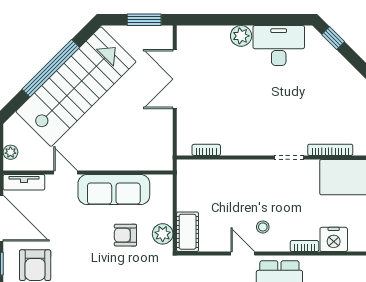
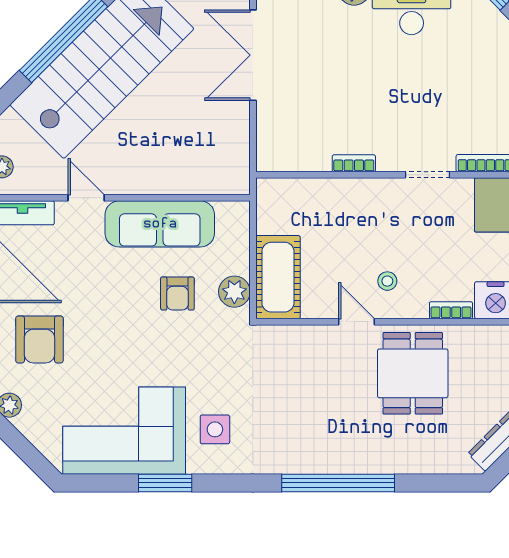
bookcase: (206, 150) -> (354, 163), moved
cot: (188, 232) -> (278, 277), width x1.37, depth x1.34
armchair: (125, 235) -> (177, 294), turned -90

